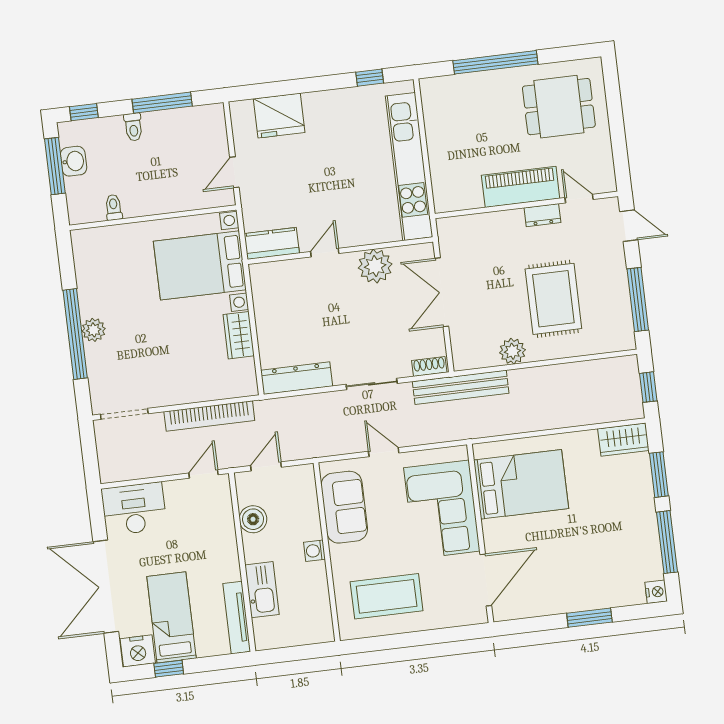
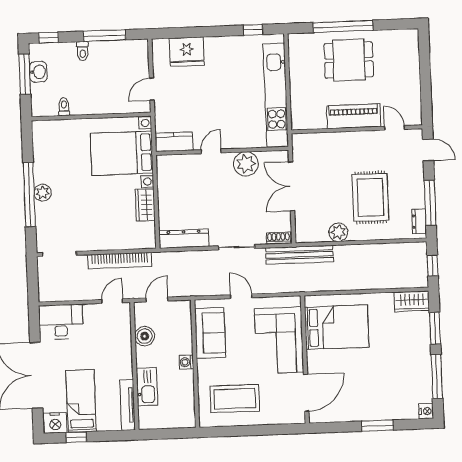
dining table: (559, 107) -> (349, 60), moved
dresser: (542, 215) -> (419, 221), moved, turned 90

